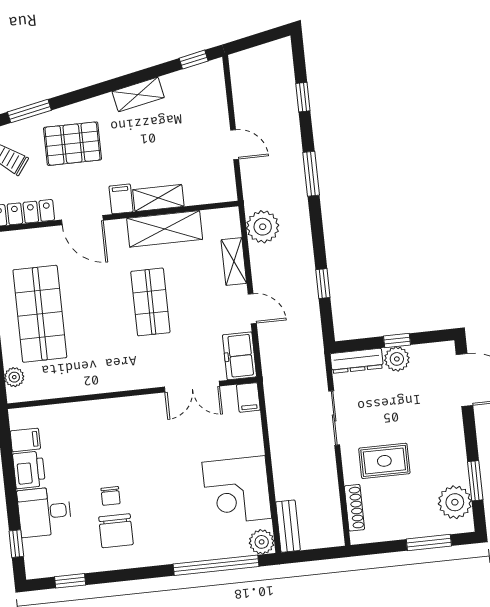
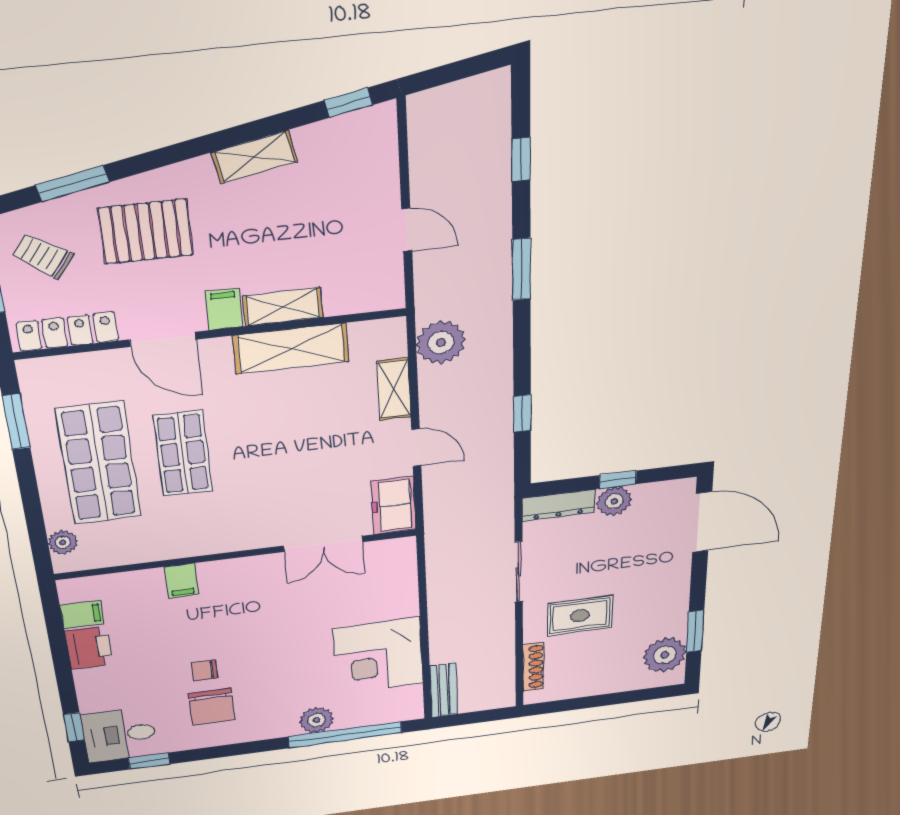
shop shelf: (150, 302) -> (183, 454), moved
filing cabinet: (248, 397) -> (182, 581), moved
chair: (111, 496) -> (204, 670), turned 90
desk: (44, 512) -> (120, 735), moved
plant: (262, 542) -> (316, 720), moved
window: (429, 543) -> (624, 697), removed

